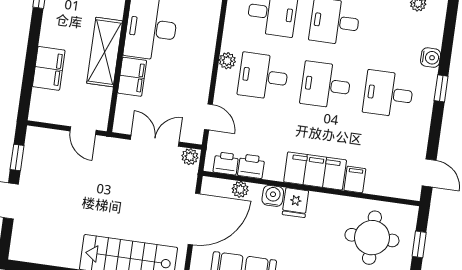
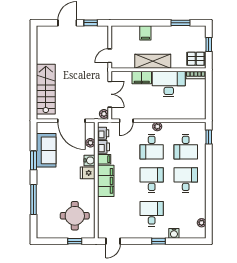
filing cabinet: (49, 68) -> (145, 33), width x0.50
desk: (263, 76) -> (152, 147), turned 180
filing cabinet: (355, 179) -> (104, 159), moved

